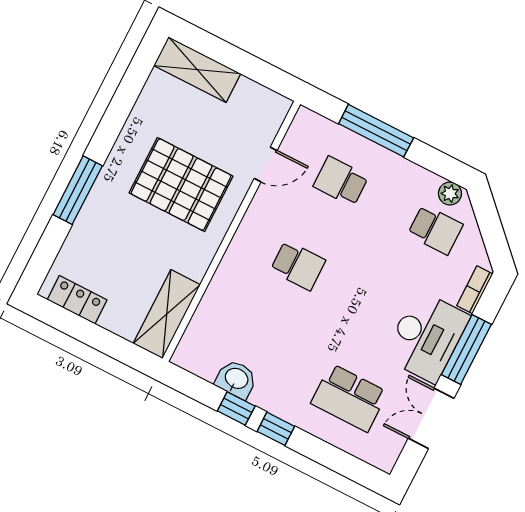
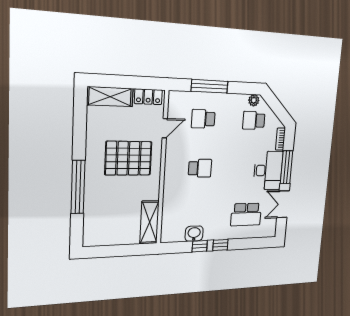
window: (78, 190) -> (78, 187), width x1.46
school desk: (435, 230) -> (254, 120), turned 180
locker: (77, 300) -> (148, 97), moved, turned 180

